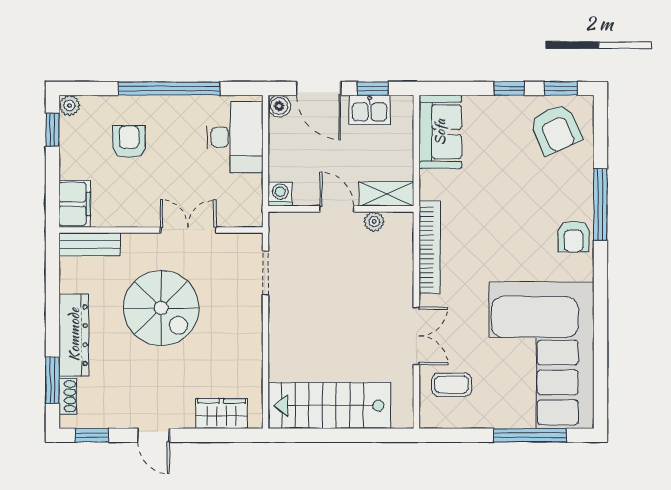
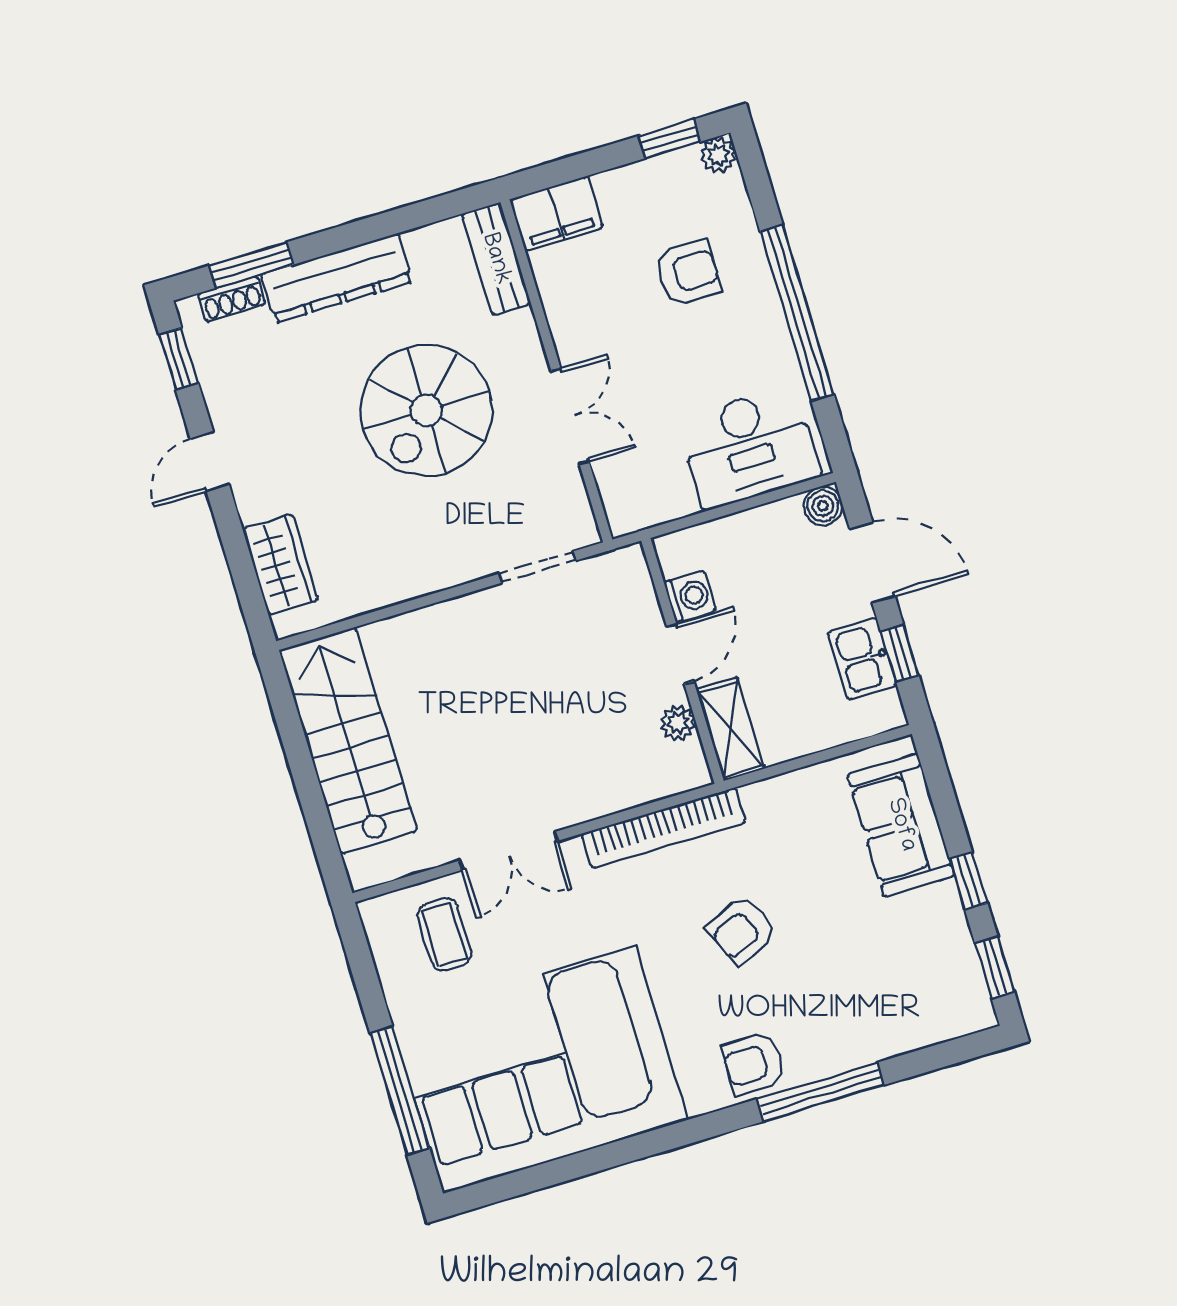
door: (319, 88) -> (872, 563), swing flipped
armchair: (556, 129) -> (742, 930), moved, width x0.72, depth x0.72
sofa: (440, 132) -> (901, 825), moved, turned 90
washing machine: (280, 194) -> (690, 596), moved

